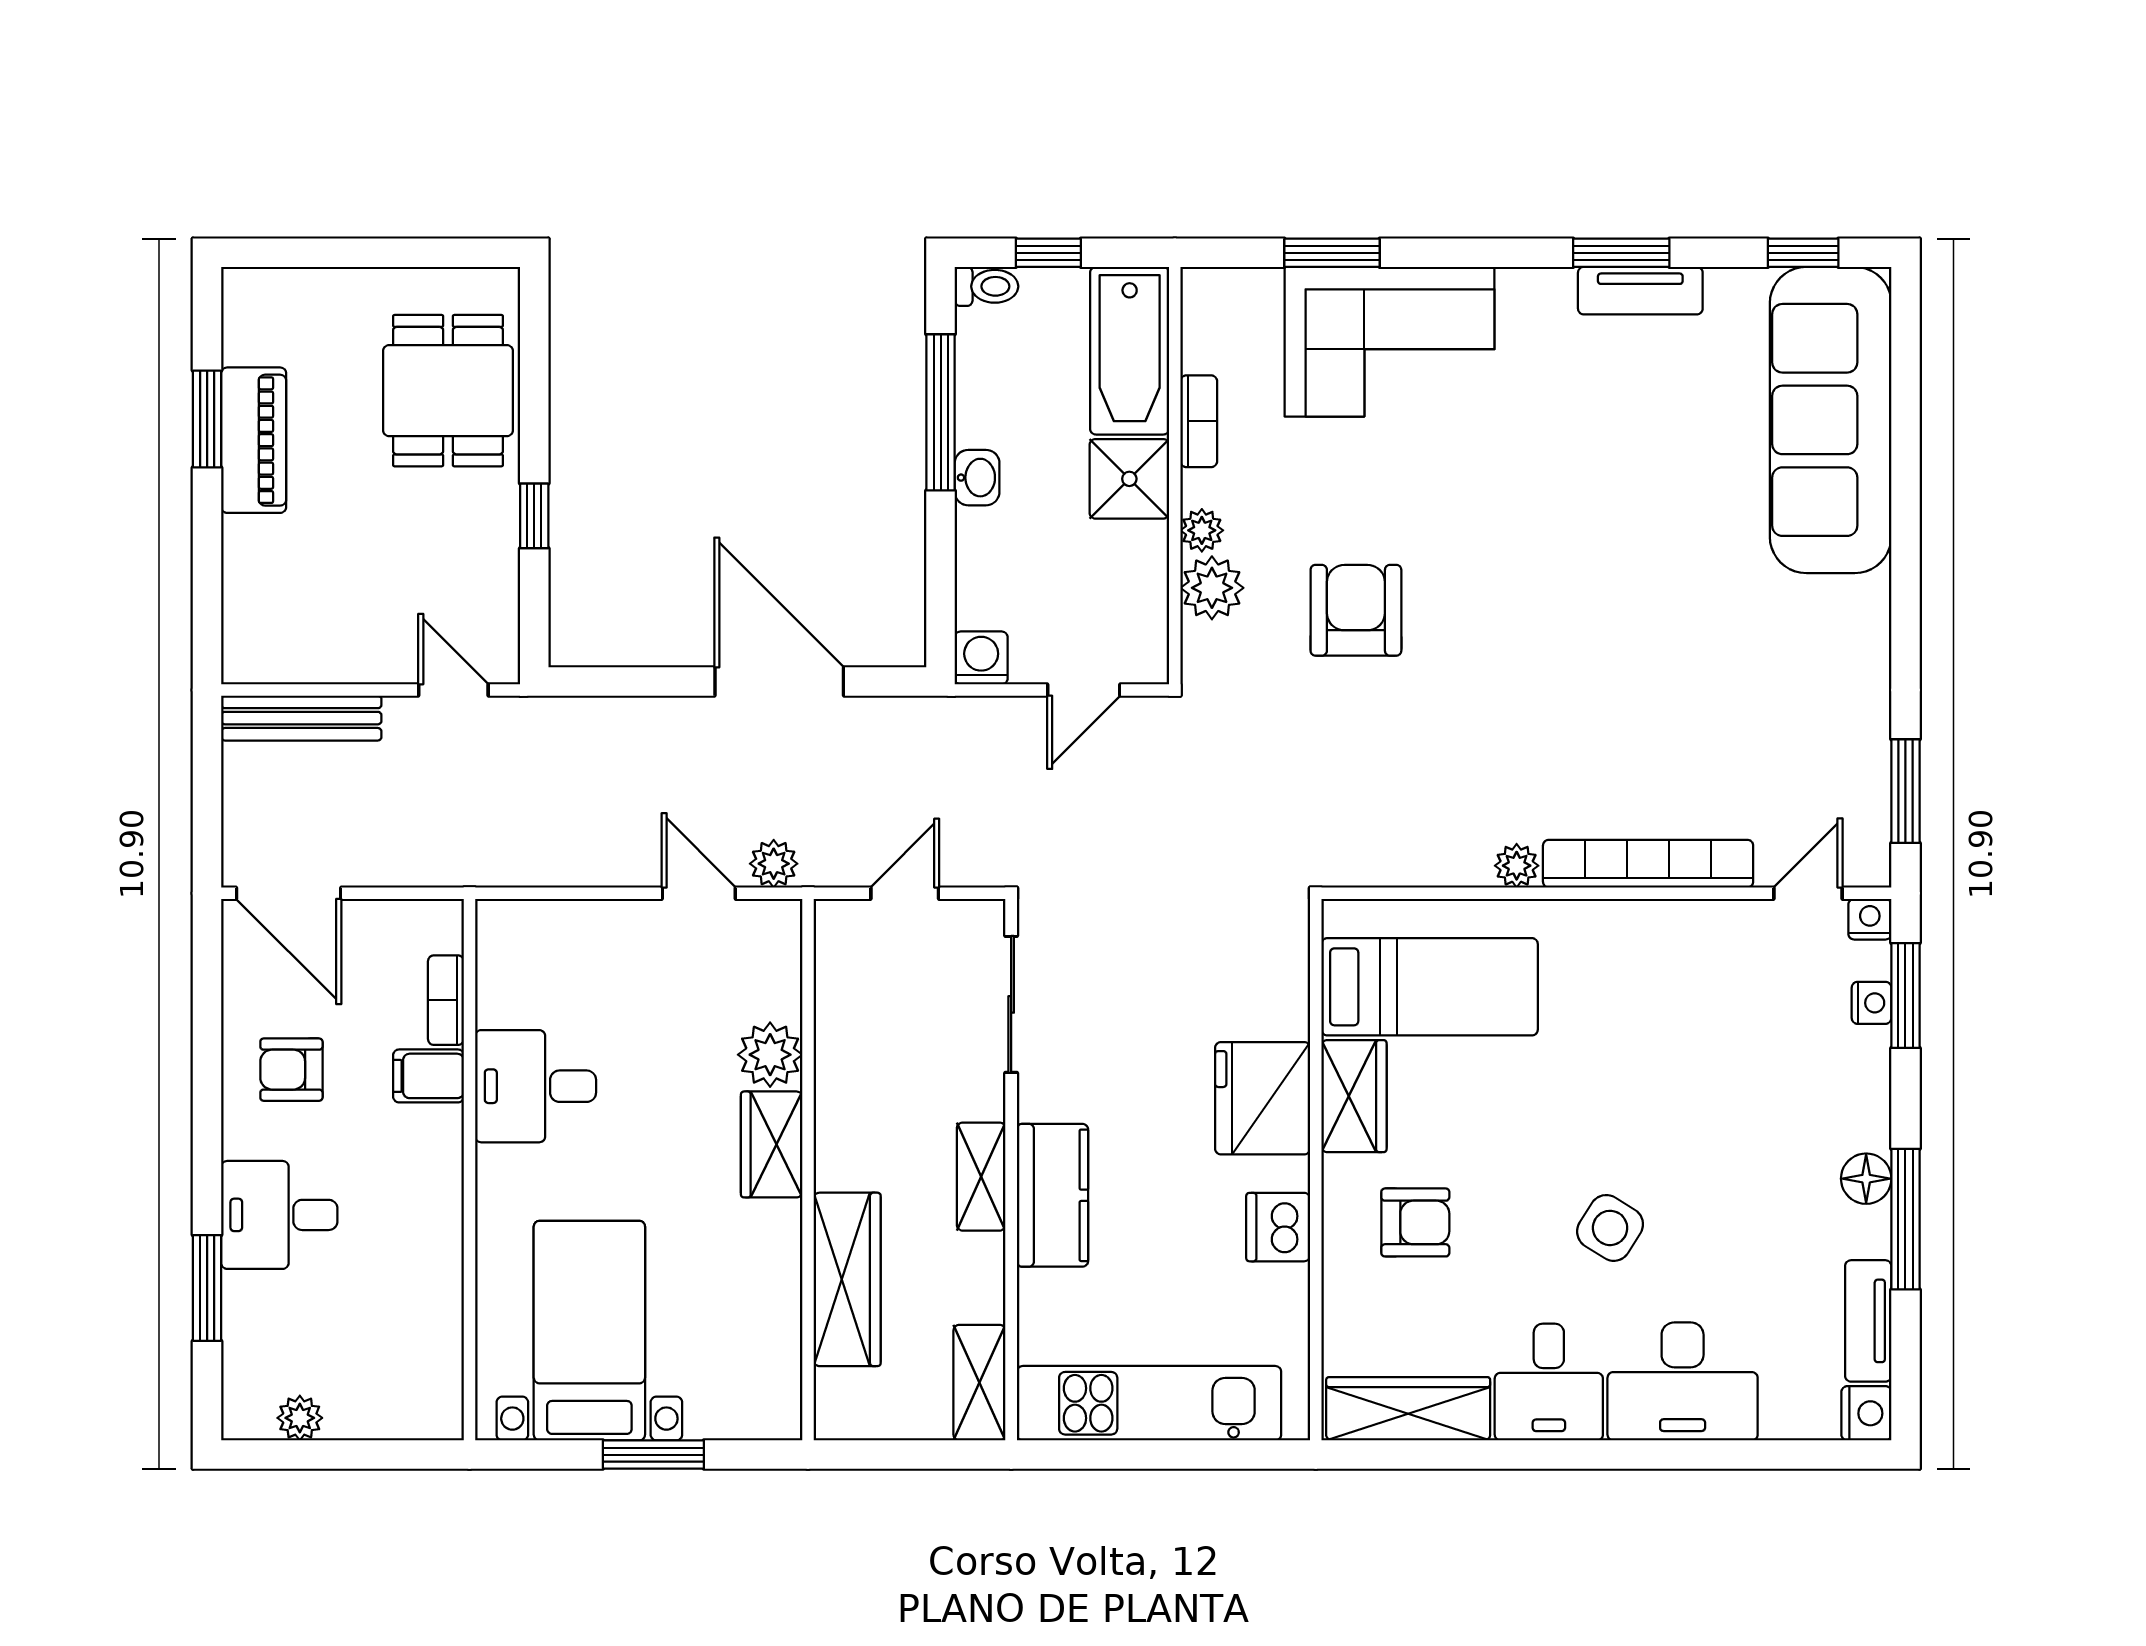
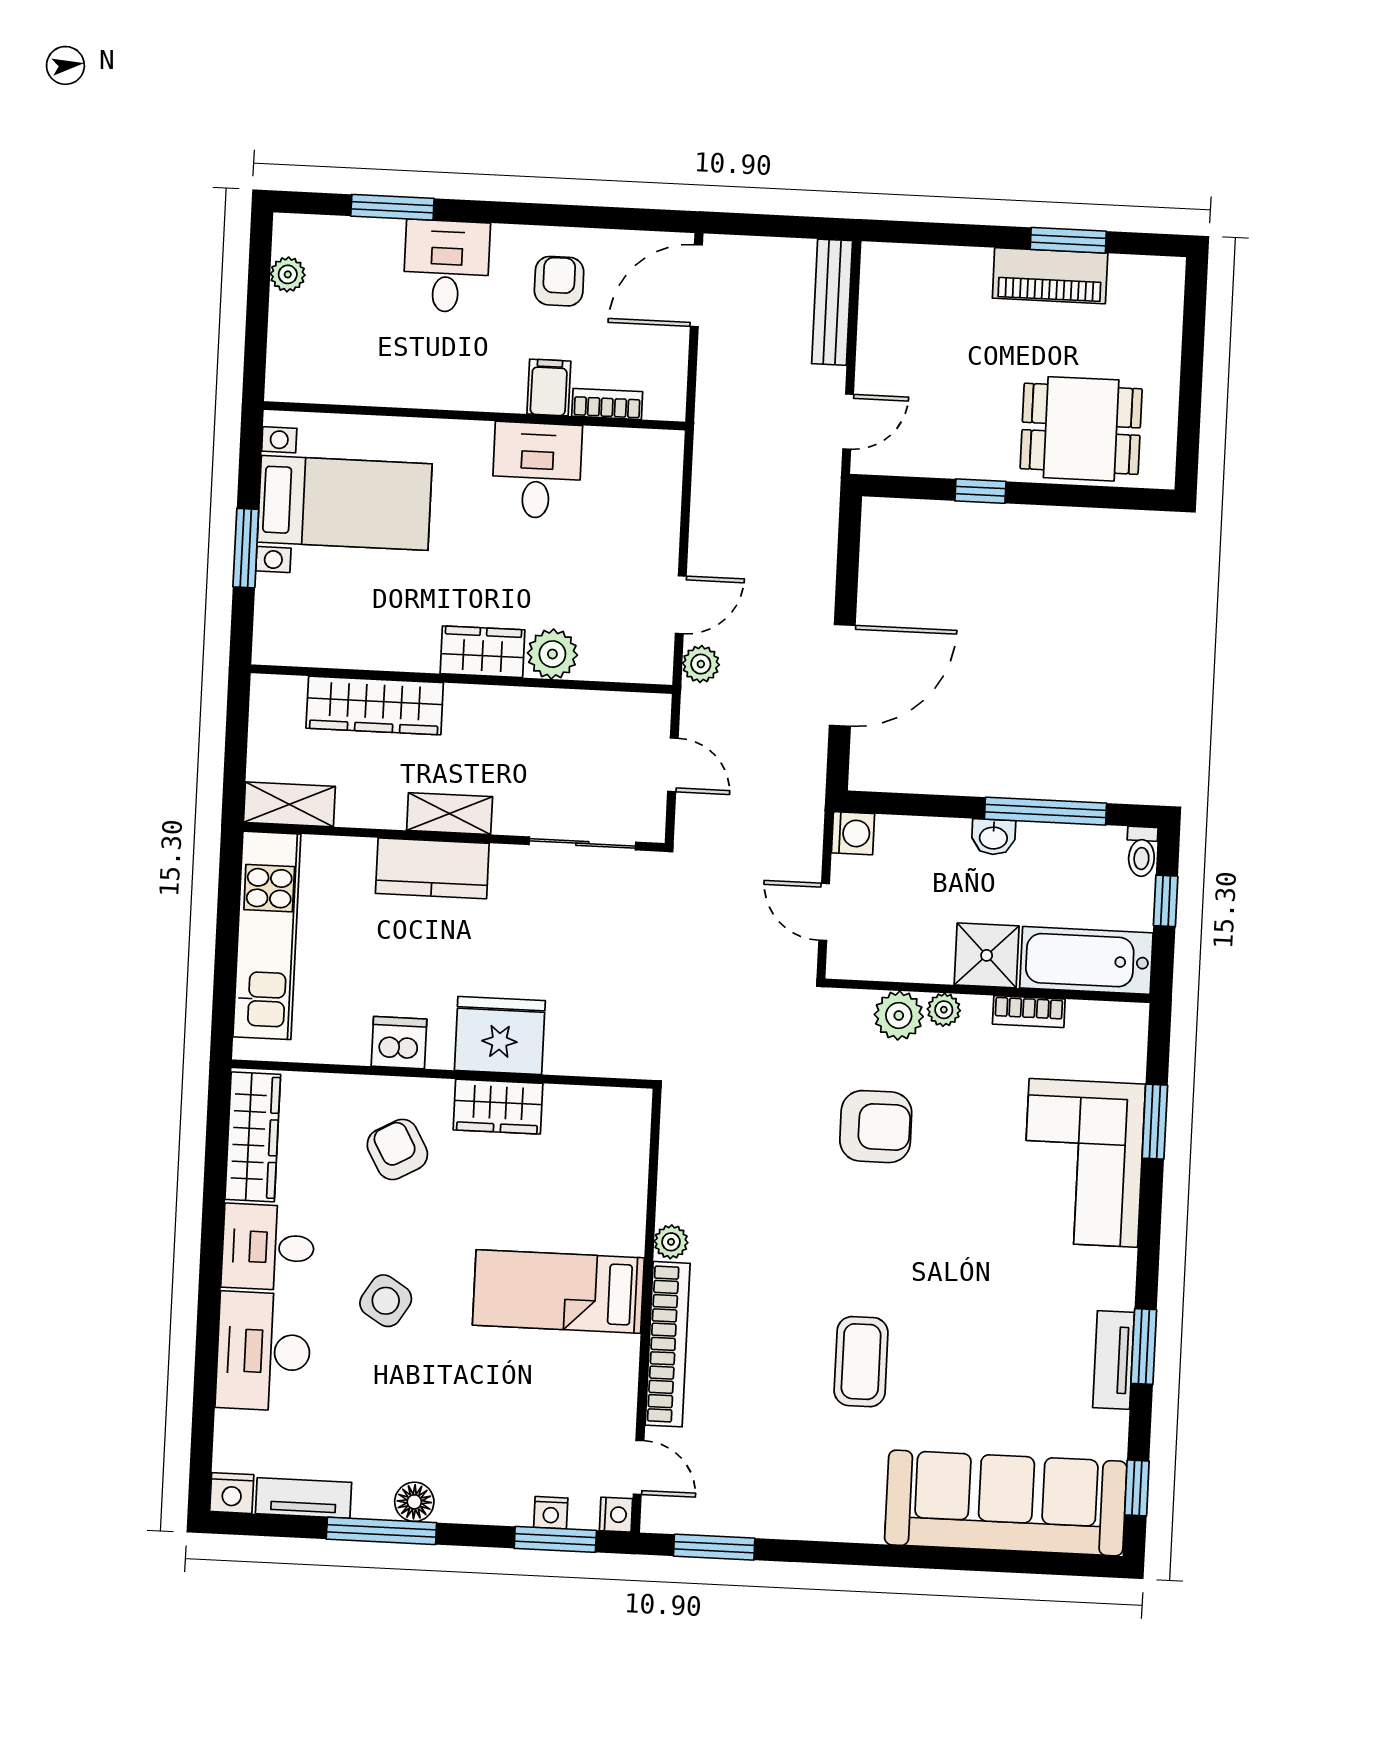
coffee table: (1658, 614) -> (861, 1362), added
bed: (1430, 987) -> (558, 1292), moved, turned 90
armchair: (1415, 1222) -> (397, 1149), turned 151

